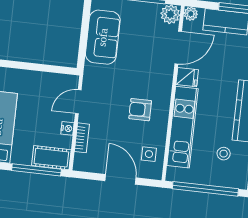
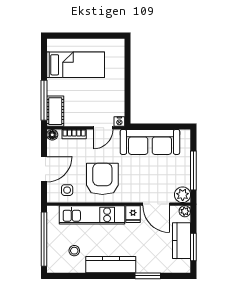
sofa: (103, 37) -> (150, 142), width x1.36
door: (78, 102) -> (103, 128), swing flipped
armchair: (140, 110) -> (102, 179), width x1.88, depth x1.88
nightstand: (67, 128) -> (119, 122), moved
floor lamp: (80, 165) -> (52, 135), added

